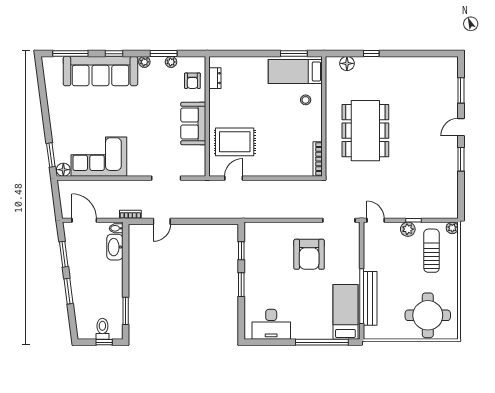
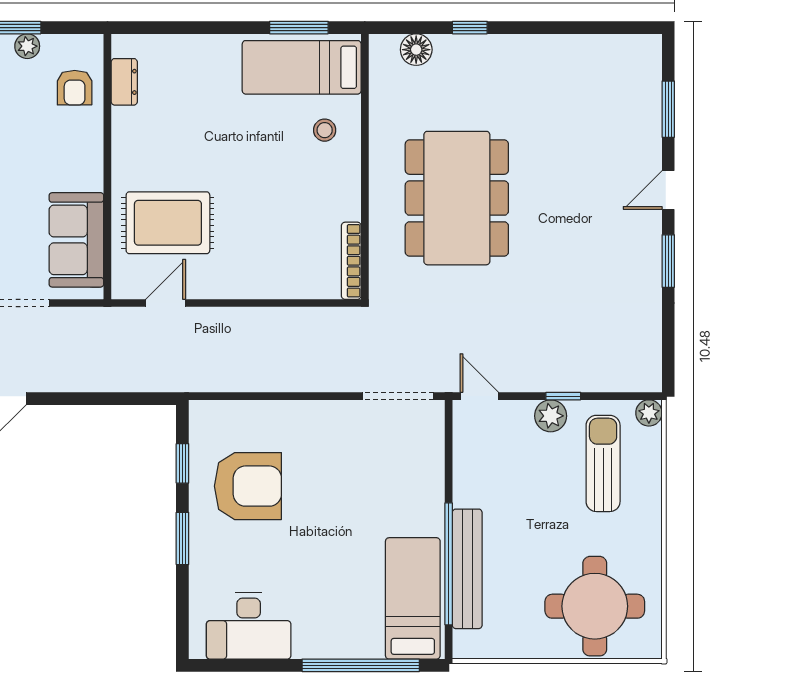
sofa: (193, 123) -> (76, 240), moved
armchair: (309, 254) -> (248, 486), moved, turned -90

